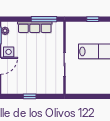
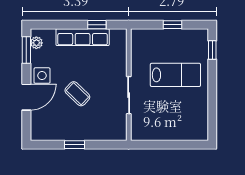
window: (44, 19) -> (97, 25), width x0.46
coffee table: (31, 64) -> (77, 94), added

